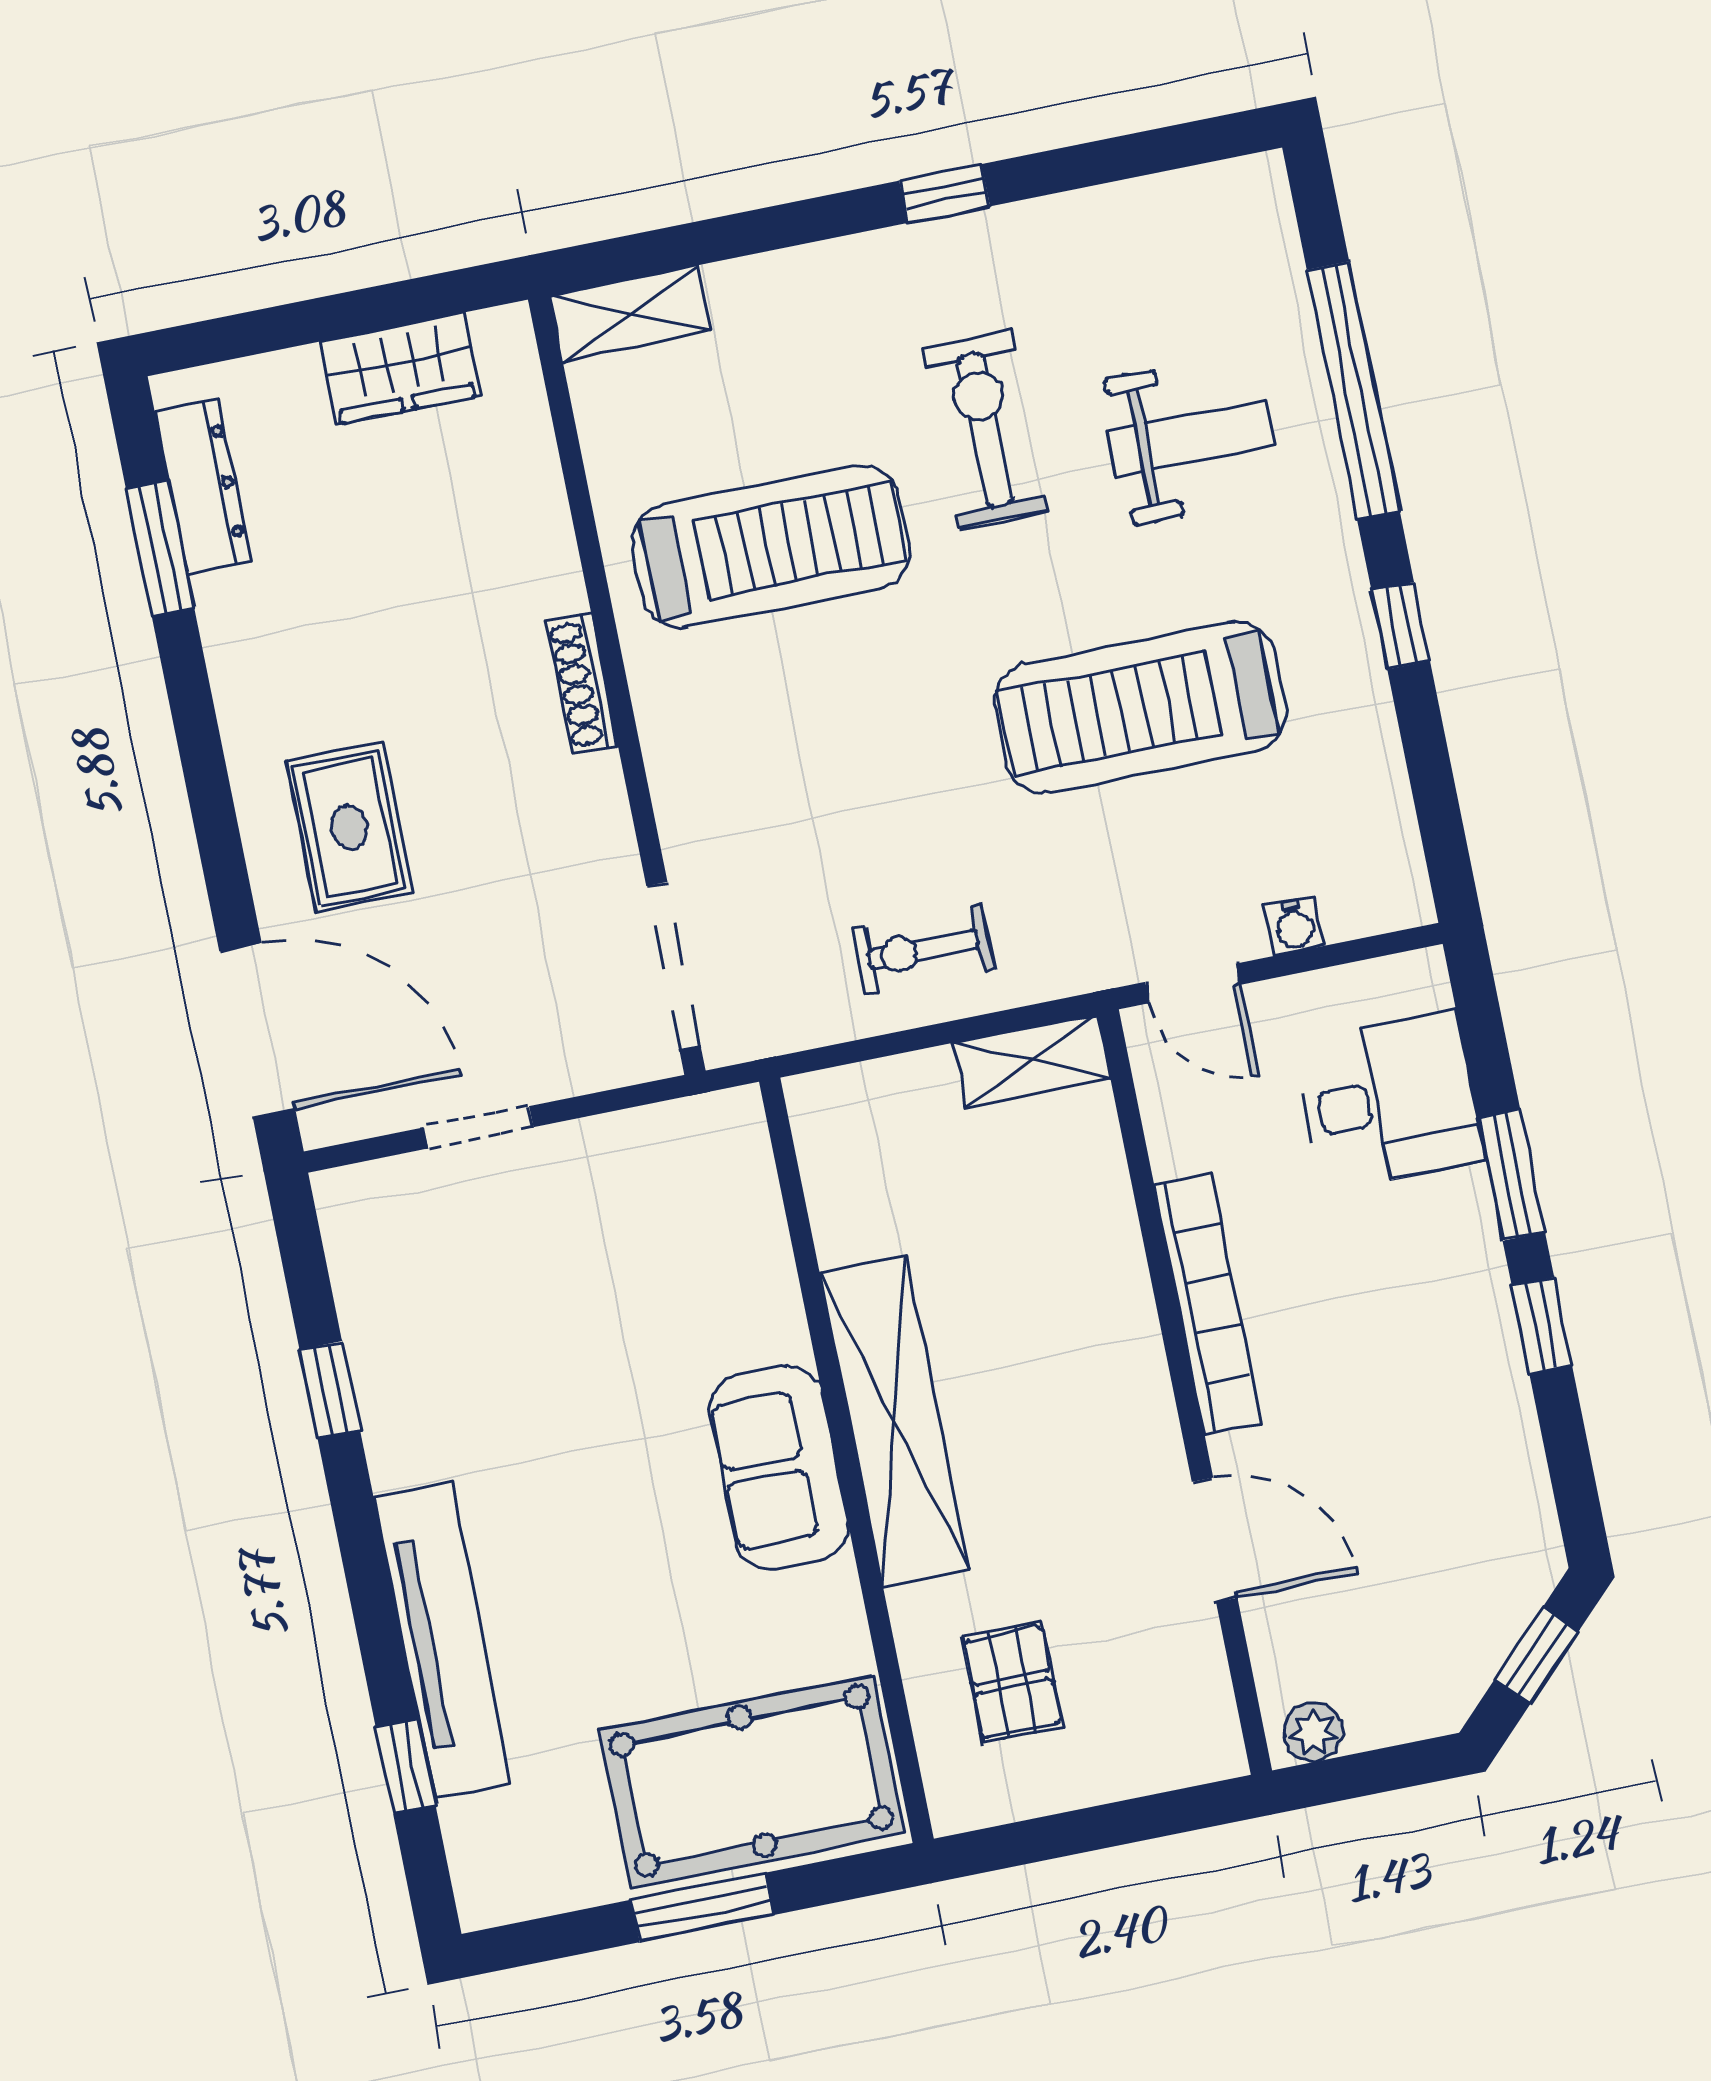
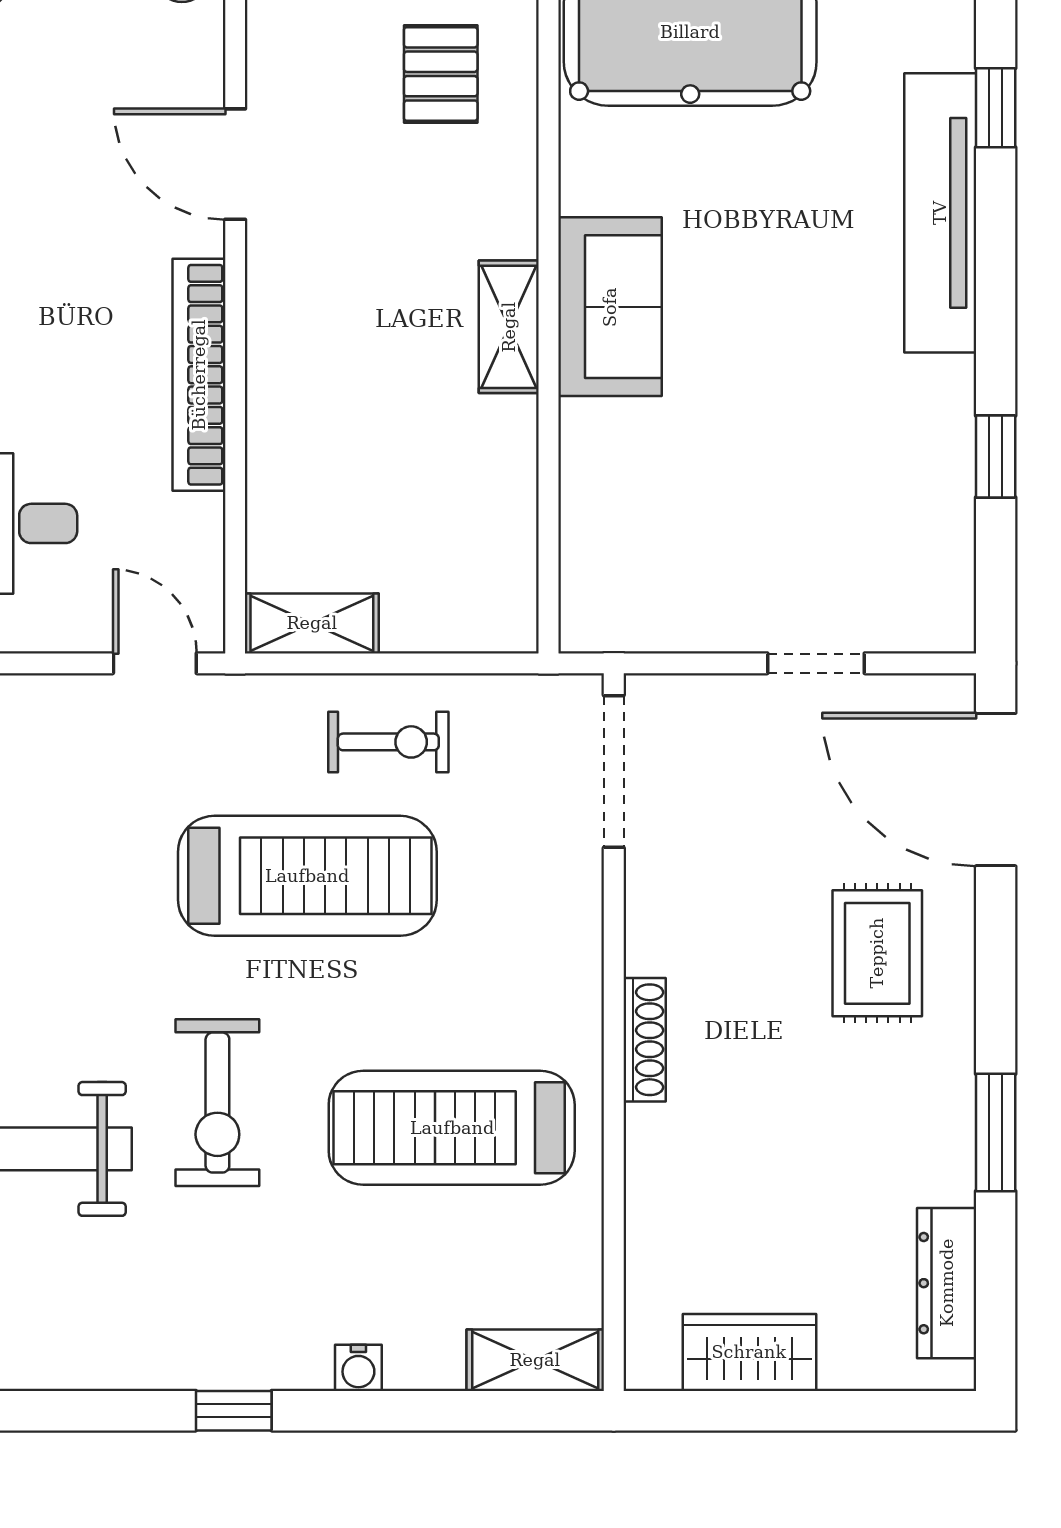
exercise bike: (985, 430) -> (217, 1103), moved
window: (160, 549) -> (996, 1133), moved
treadmill: (1140, 707) -> (307, 876), moved
water cooler: (1294, 926) -> (358, 1368), moved, turned 180
shelving: (894, 1422) -> (509, 327), width x0.45, depth x0.75

